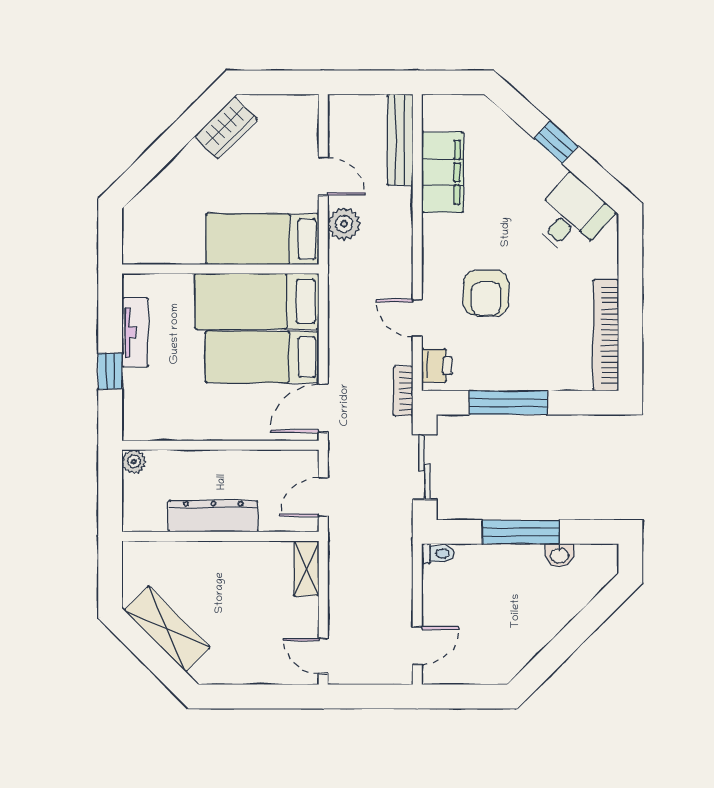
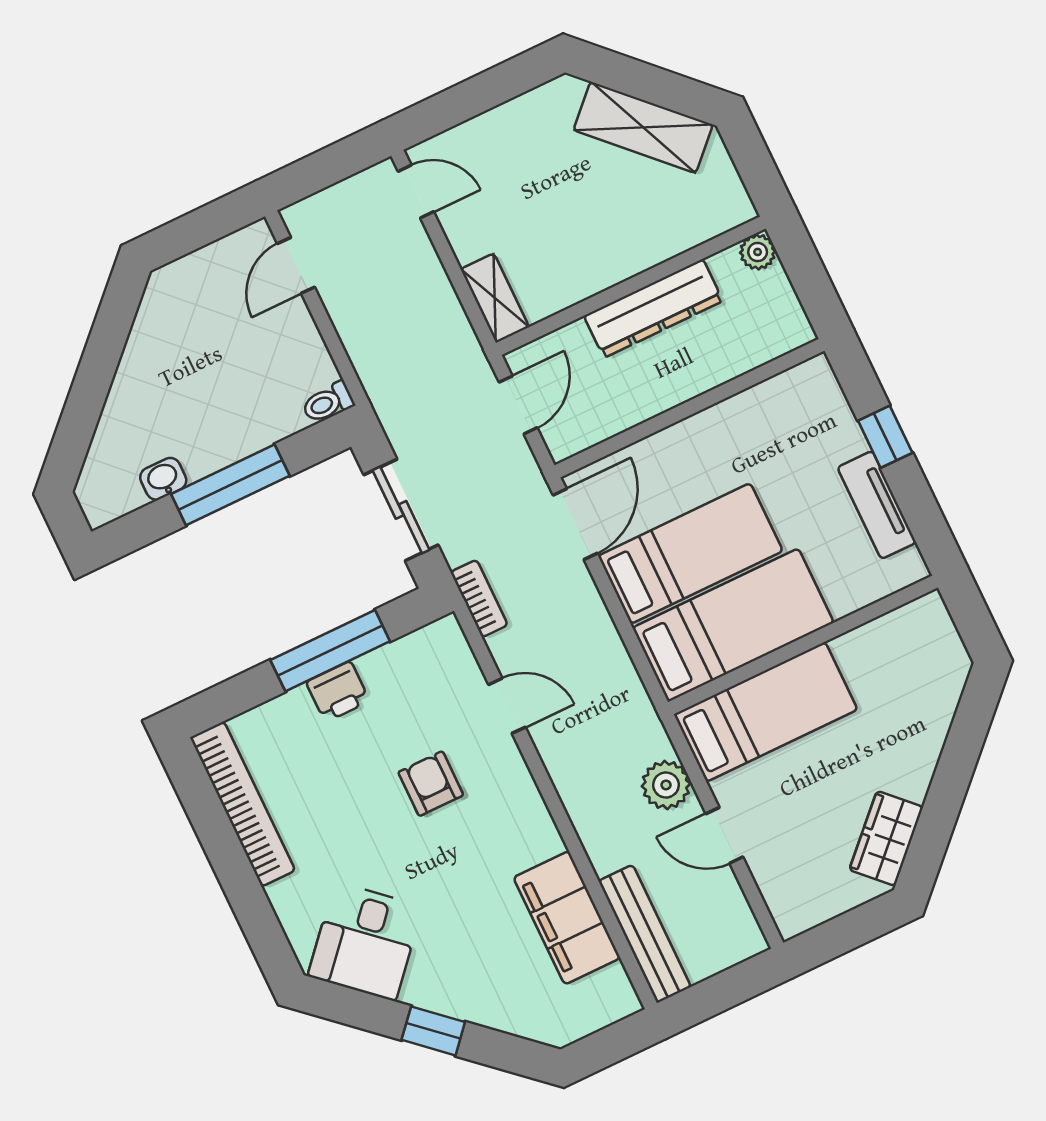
armchair: (486, 293) -> (431, 784), width x0.72, depth x0.72
printer: (437, 366) -> (338, 692), moved, turned -90
plant: (134, 462) -> (758, 252), moved

